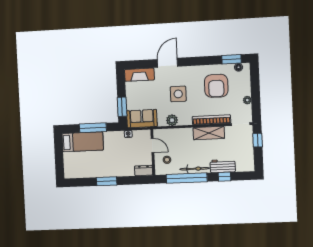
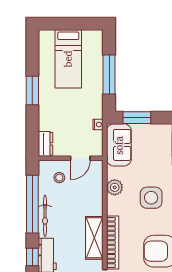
bed: (83, 142) -> (68, 59), moved

